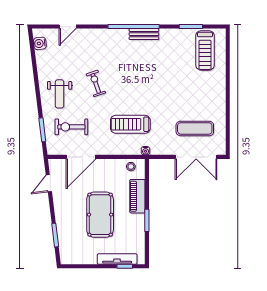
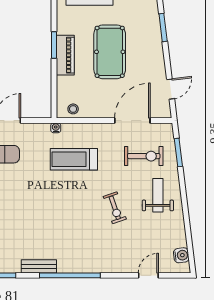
bench: (144, 34) -> (39, 266), moved
treadmill: (130, 124) -> (74, 159), turned 180
piano: (137, 196) -> (65, 55), moved

